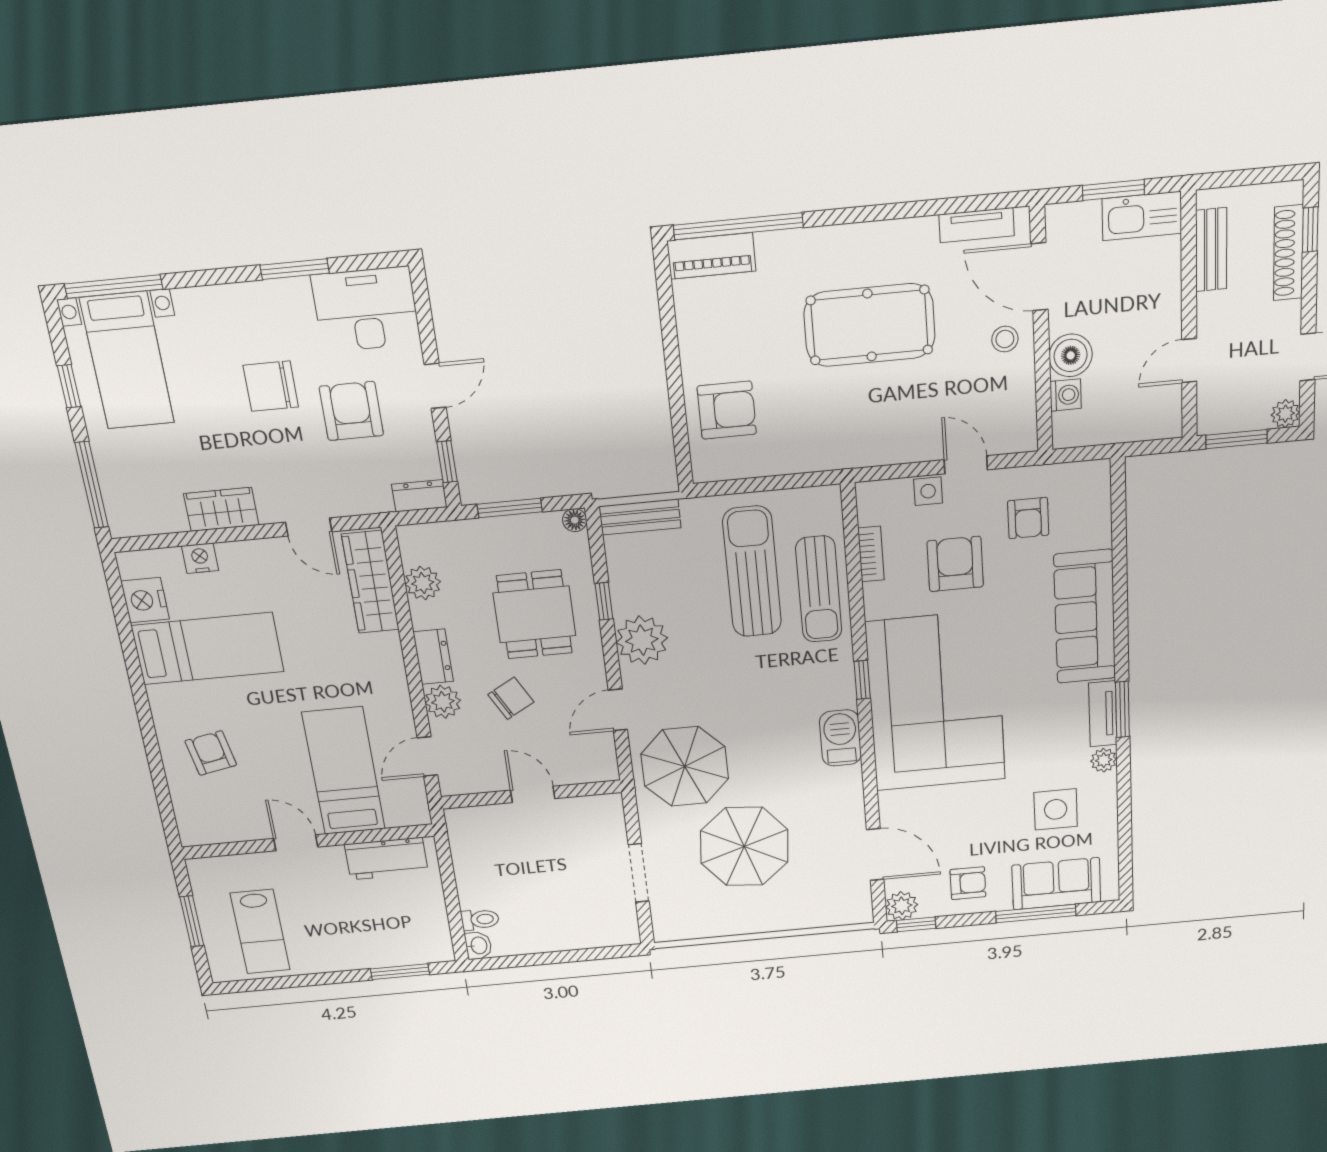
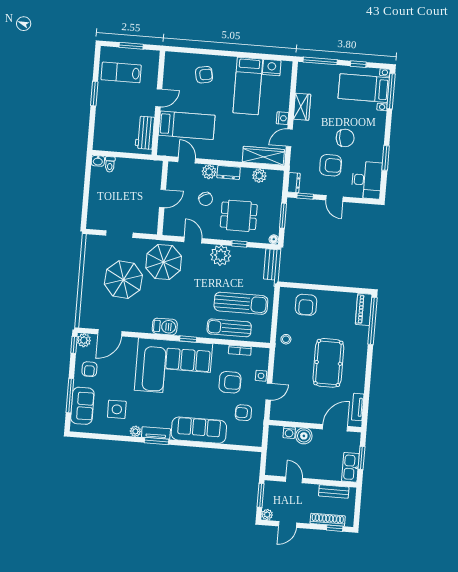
stool: (1005, 339) -> (286, 339), moved
chair: (271, 386) -> (345, 138), turned 83
nightstand: (200, 558) -> (282, 118), moved
window: (400, 972) -> (94, 94), moved

